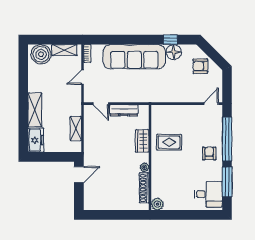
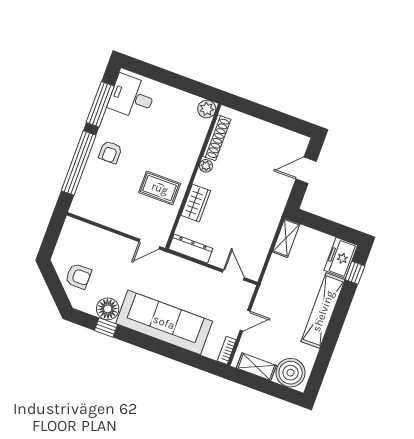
door: (211, 104) -> (149, 244), moved
shelving: (35, 110) -> (323, 311), width x1.47
dresser: (124, 110) -> (191, 249), moved
shelving: (76, 128) -> (286, 238), moved
window: (23, 134) -> (355, 273), added
door: (79, 175) -> (306, 170), moved

